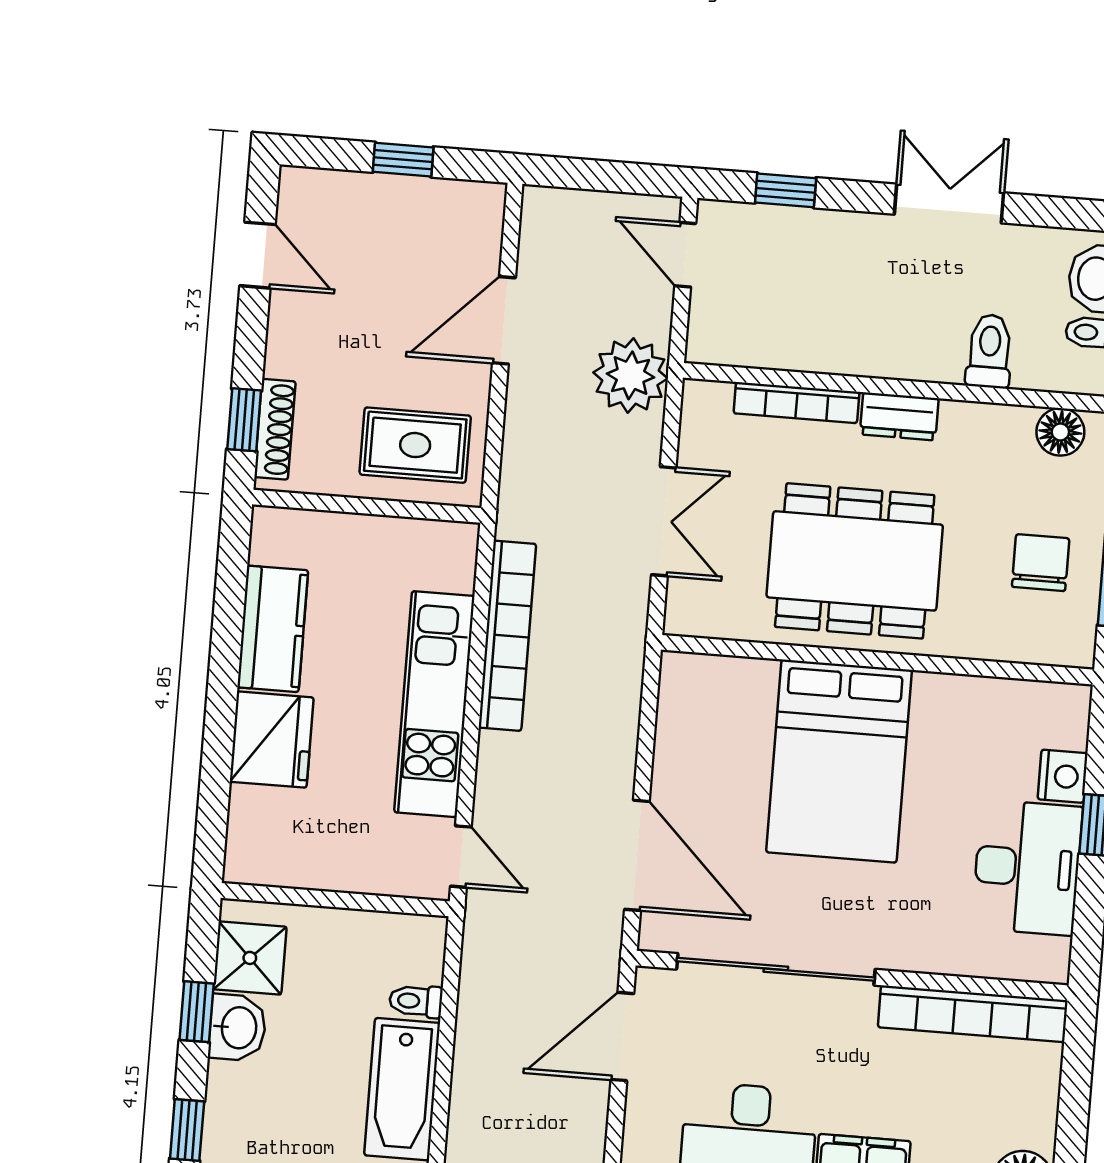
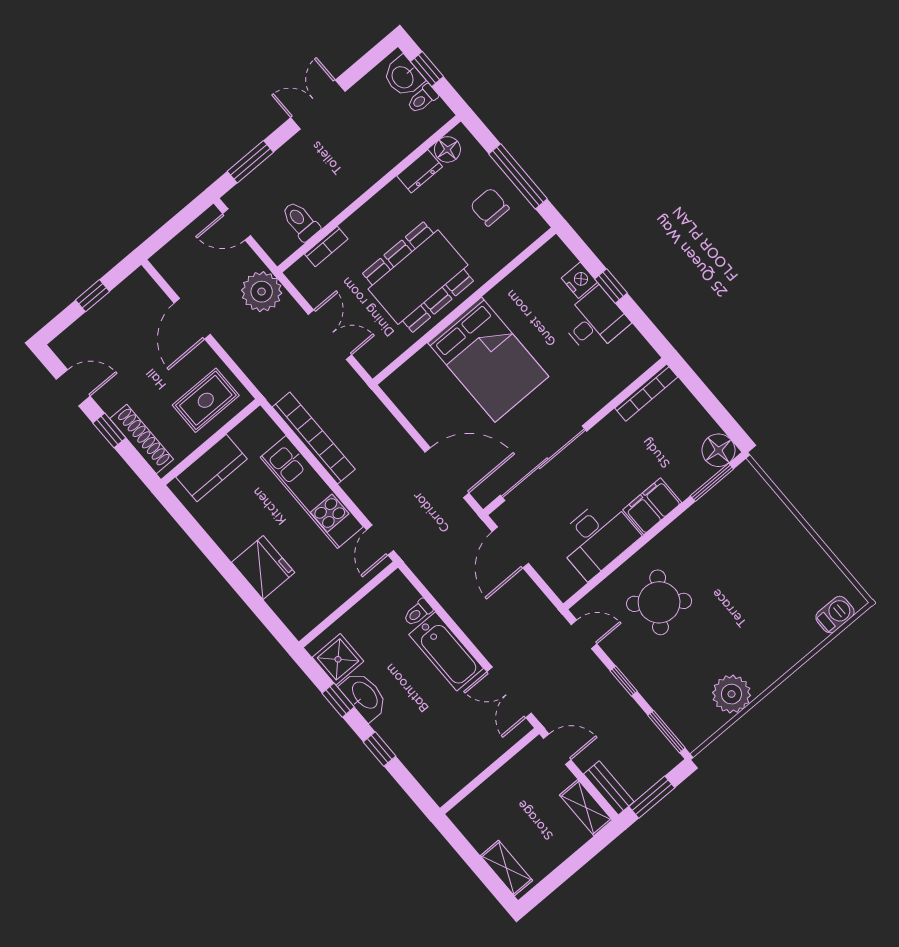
window: (786, 190) -> (250, 162), width x1.50
toilet: (989, 351) -> (300, 221), moved
bookcase: (796, 403) -> (326, 247), width x0.64
dresser: (899, 416) -> (420, 171), moved
window: (244, 420) -> (109, 430), moved
shoe rack: (275, 429) -> (142, 439), width x1.36, depth x1.24
kitchen counter: (273, 629) -> (212, 468), moved, turned 90
door: (461, 857) -> (380, 540), swing flipped
desk: (1027, 867) -> (595, 321), width x0.73
bookcase: (973, 1014) -> (646, 393), width x0.68, depth x0.76
washbasin: (237, 1028) -> (364, 696), width x1.38

